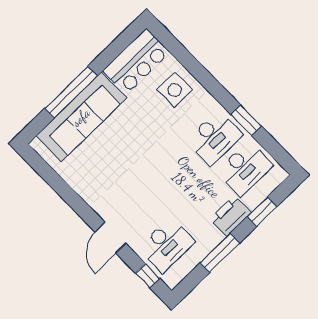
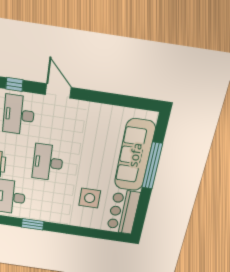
side table: (175, 90) -> (90, 198), moved
desk: (214, 138) -> (48, 163), moved

